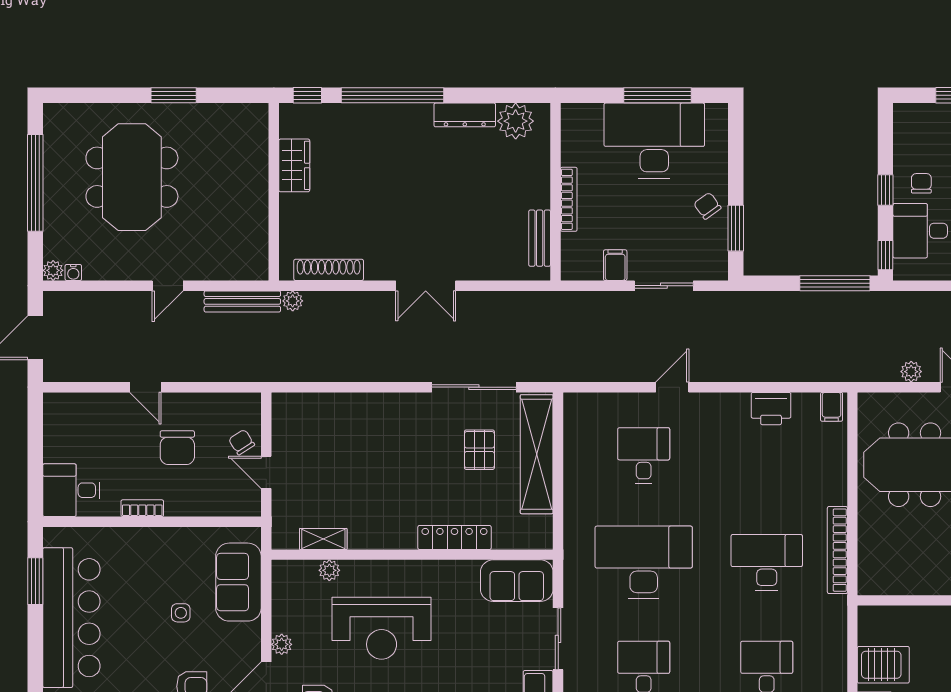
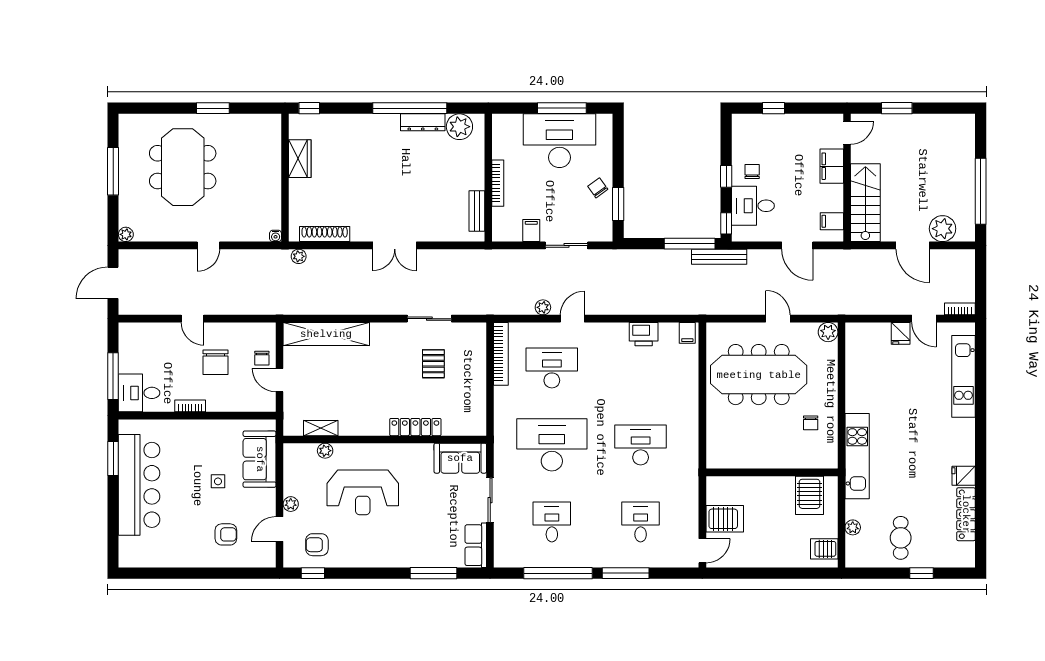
window: (392, 95) -> (410, 108), moved
window: (35, 183) -> (113, 171), width x0.68
water cooler: (73, 273) -> (276, 236), moved
bench: (242, 301) -> (719, 257), moved
plant: (911, 372) -> (543, 307), moved
sliding door: (474, 387) -> (429, 319), width x0.73
chair: (242, 442) -> (262, 358), turned -147
shelving: (537, 454) -> (326, 334), moved, turned 90
desk: (644, 456) -> (552, 368), width x1.37
window: (35, 467) -> (113, 376), added
bookcase: (837, 550) -> (501, 354), moved, turned 180

